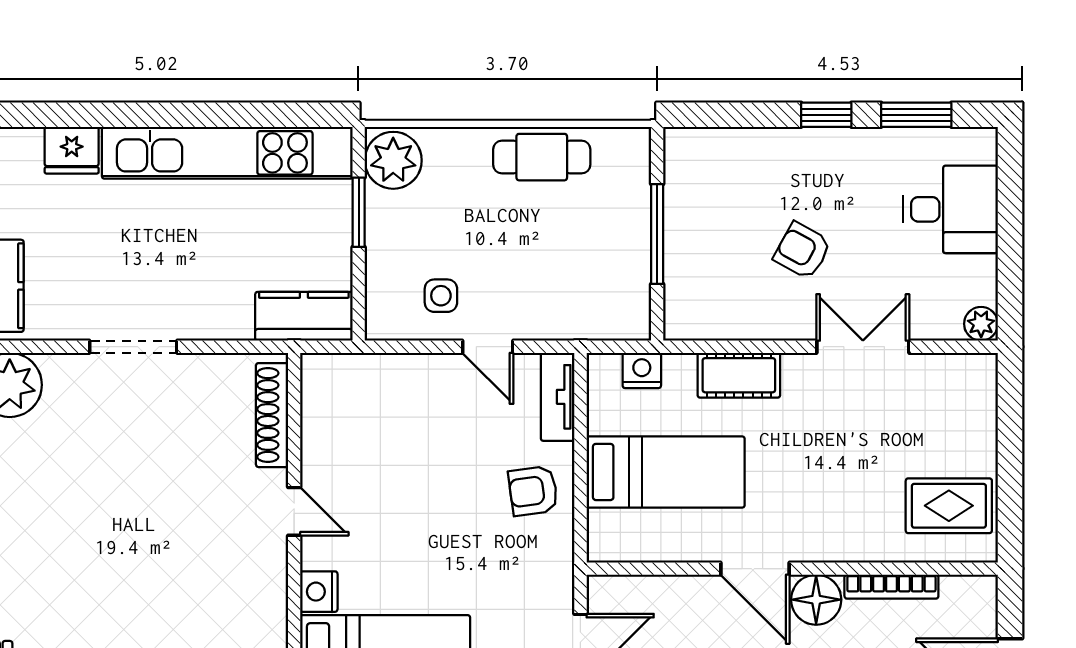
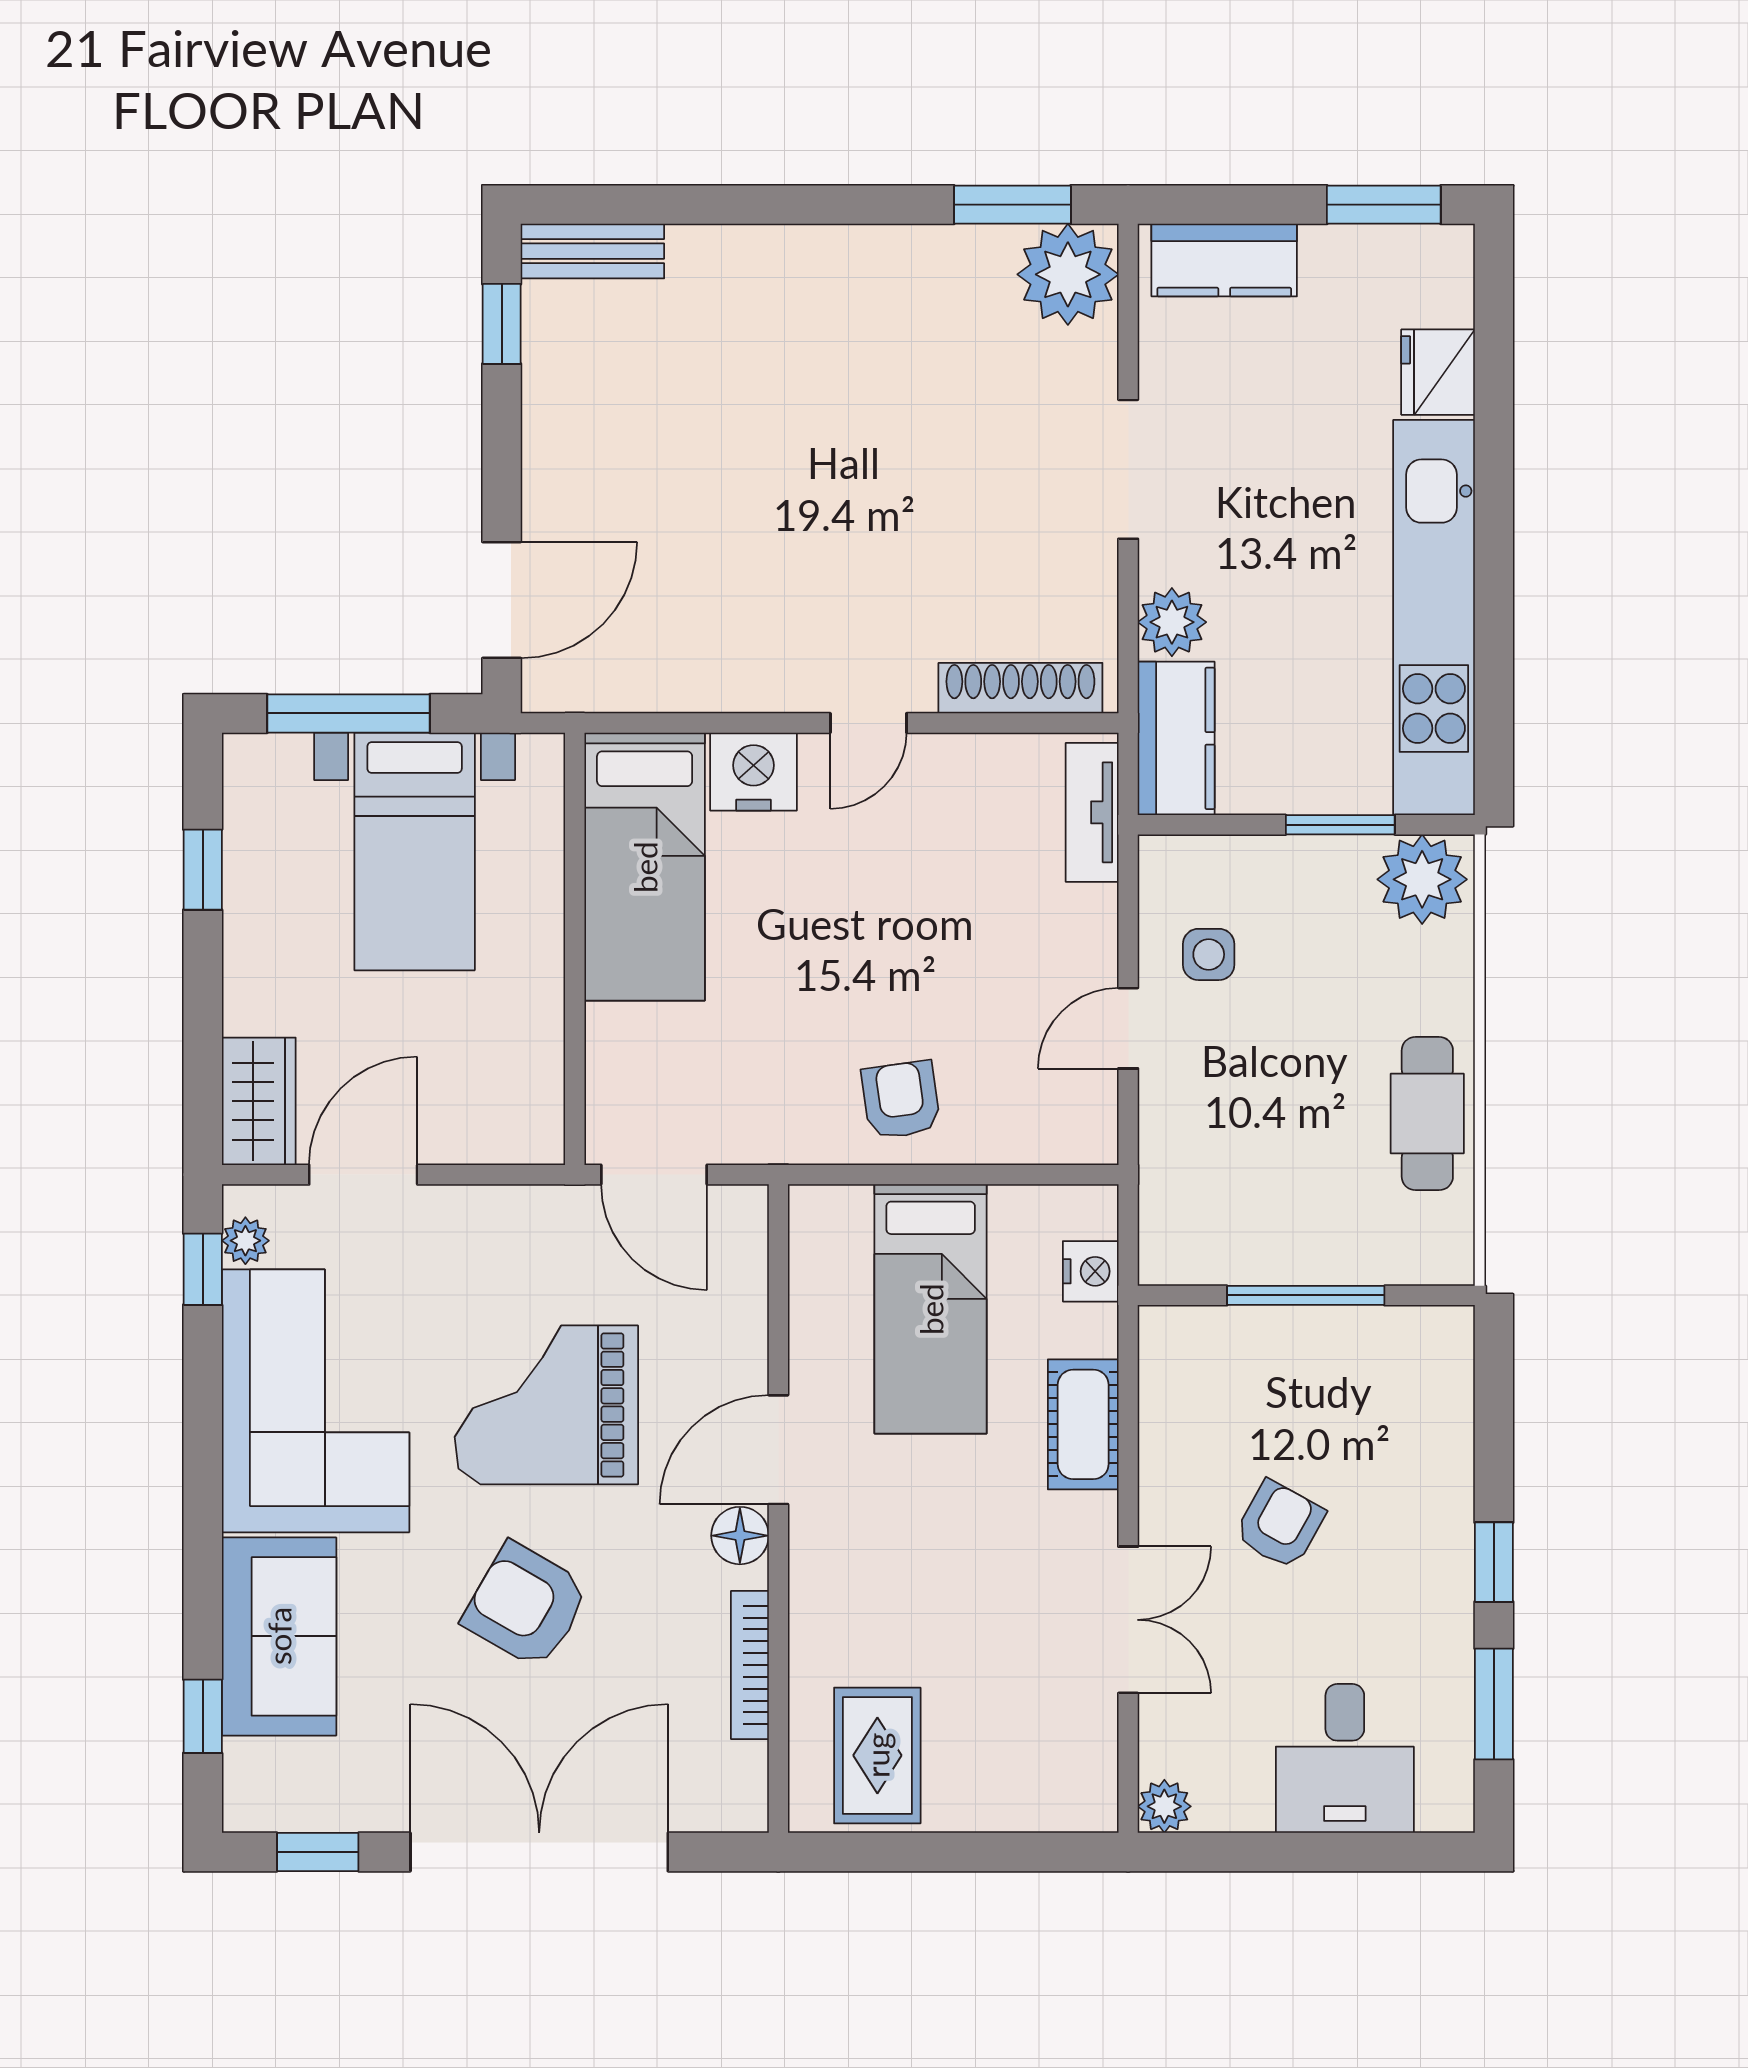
plant: (230, 319) -> (1172, 622), added
tv unit: (558, 397) -> (1092, 812), moved, turned -90
nightstand: (319, 592) -> (753, 772), width x1.36, depth x1.33
floor lamp: (816, 600) -> (740, 1536), width x0.73, depth x0.73

